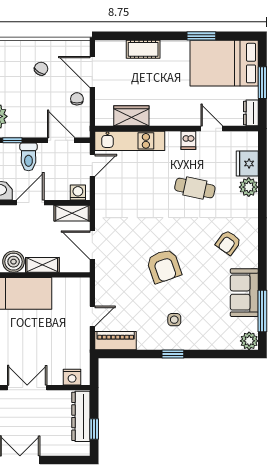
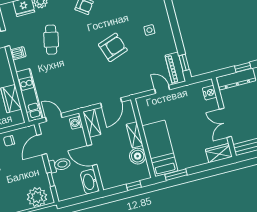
window: (173, 354) -> (184, 63), moved

